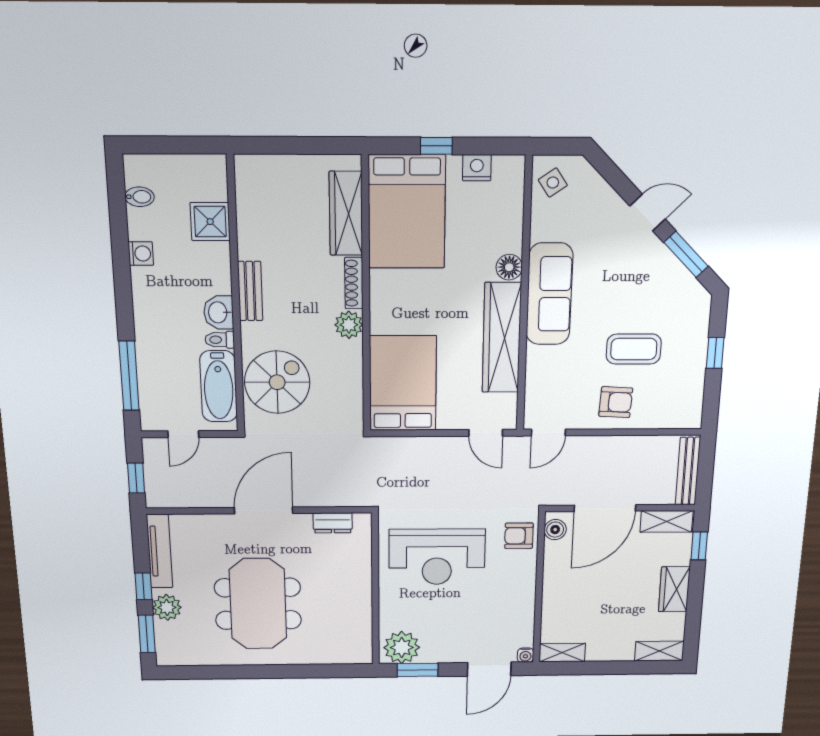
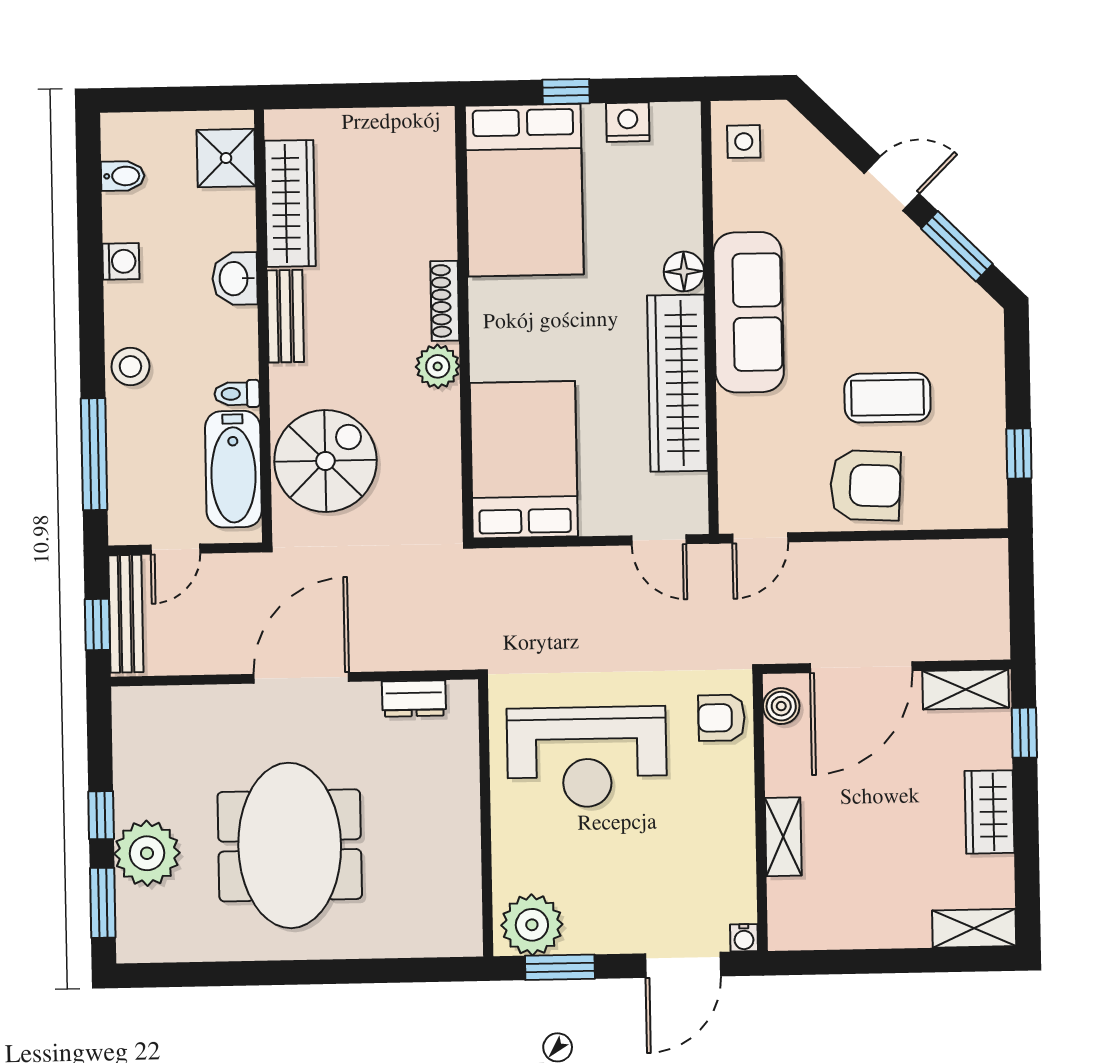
side table: (553, 183) -> (744, 142), turned 34
wardrobe: (346, 214) -> (290, 203), moved, turned 180
shower: (210, 222) -> (226, 158), moved
washbasin: (219, 312) -> (235, 279), moved
stool: (150, 321) -> (130, 367), added
window: (715, 353) -> (1019, 454), moved
armchair: (616, 402) -> (865, 485), width x1.38, depth x1.38
bench: (688, 471) -> (126, 614), moved
tv unit: (159, 551) -> (130, 752), removed
plant: (167, 607) -> (147, 853), width x1.36, depth x1.36
shelving: (562, 653) -> (783, 837), moved, turned 90

